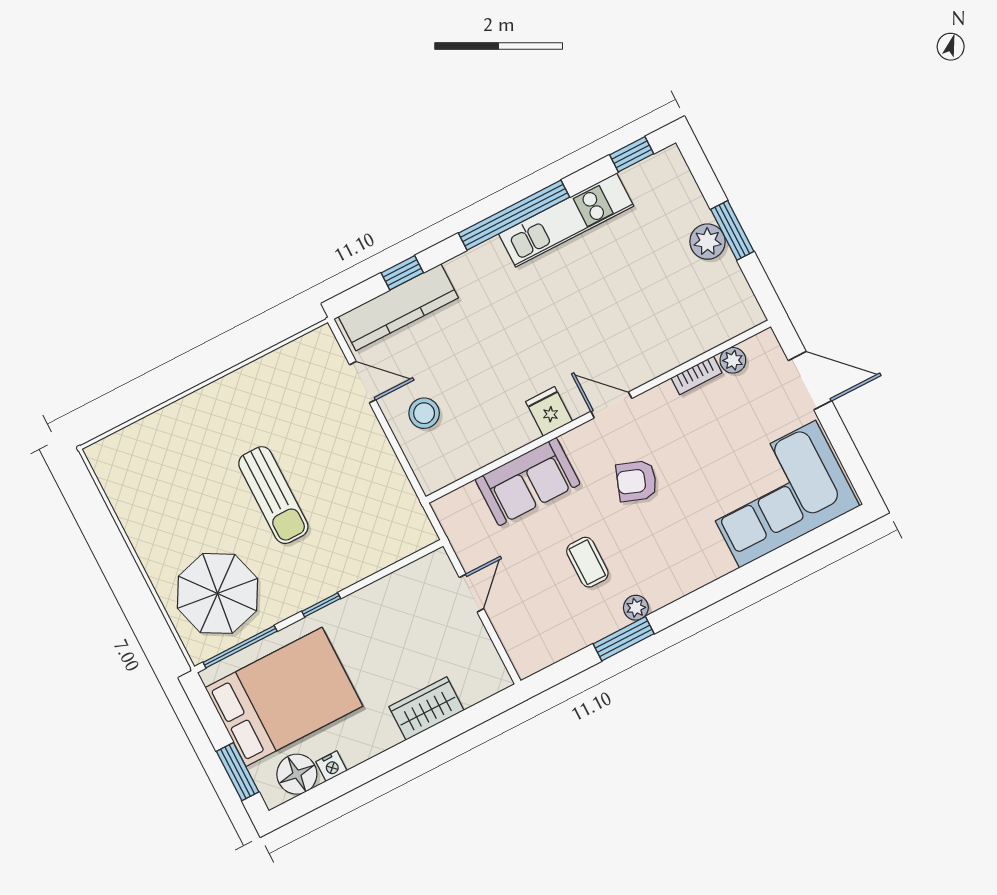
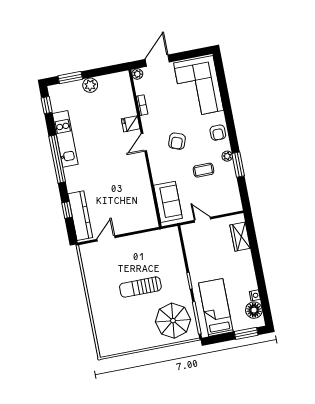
window: (732, 230) -> (70, 78), moved
plant: (733, 360) -> (137, 74), moved
fridge: (549, 411) -> (131, 124), moved
stool: (424, 413) -> (125, 218), removed
sofa: (528, 482) -> (168, 202), moved
sun lounger: (273, 495) -> (140, 287), turned 180
armchair: (684, 570) -> (218, 133), added
bed: (284, 697) -> (216, 307), width x0.67
wardrobe: (426, 708) -> (240, 237), moved

